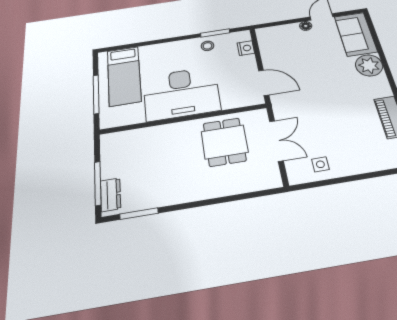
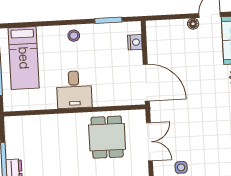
stool: (207, 46) -> (74, 36), moved
door: (264, 83) -> (146, 83), width x1.36
desk: (181, 93) -> (74, 90), width x0.53, depth x0.77

